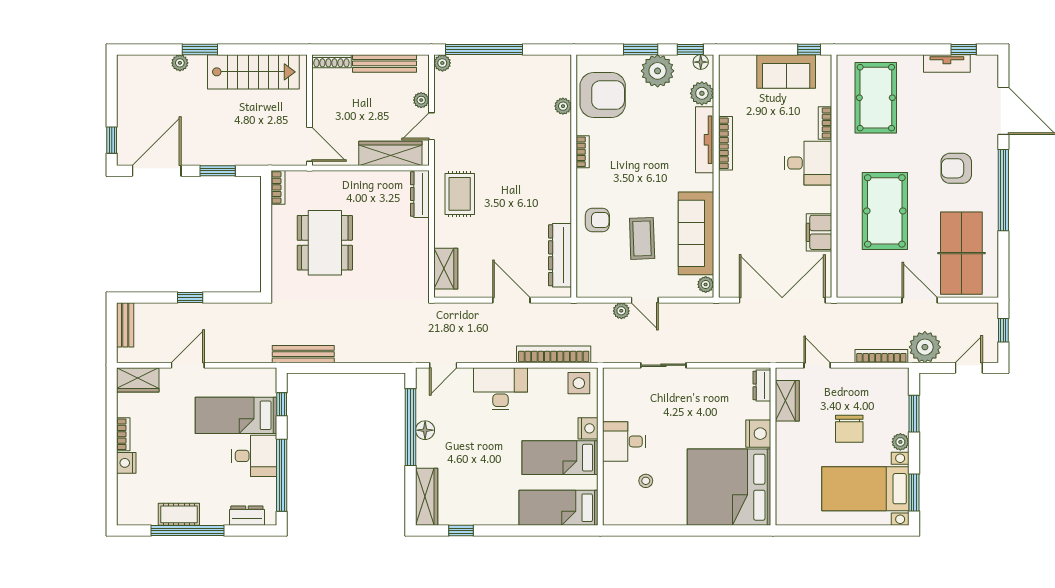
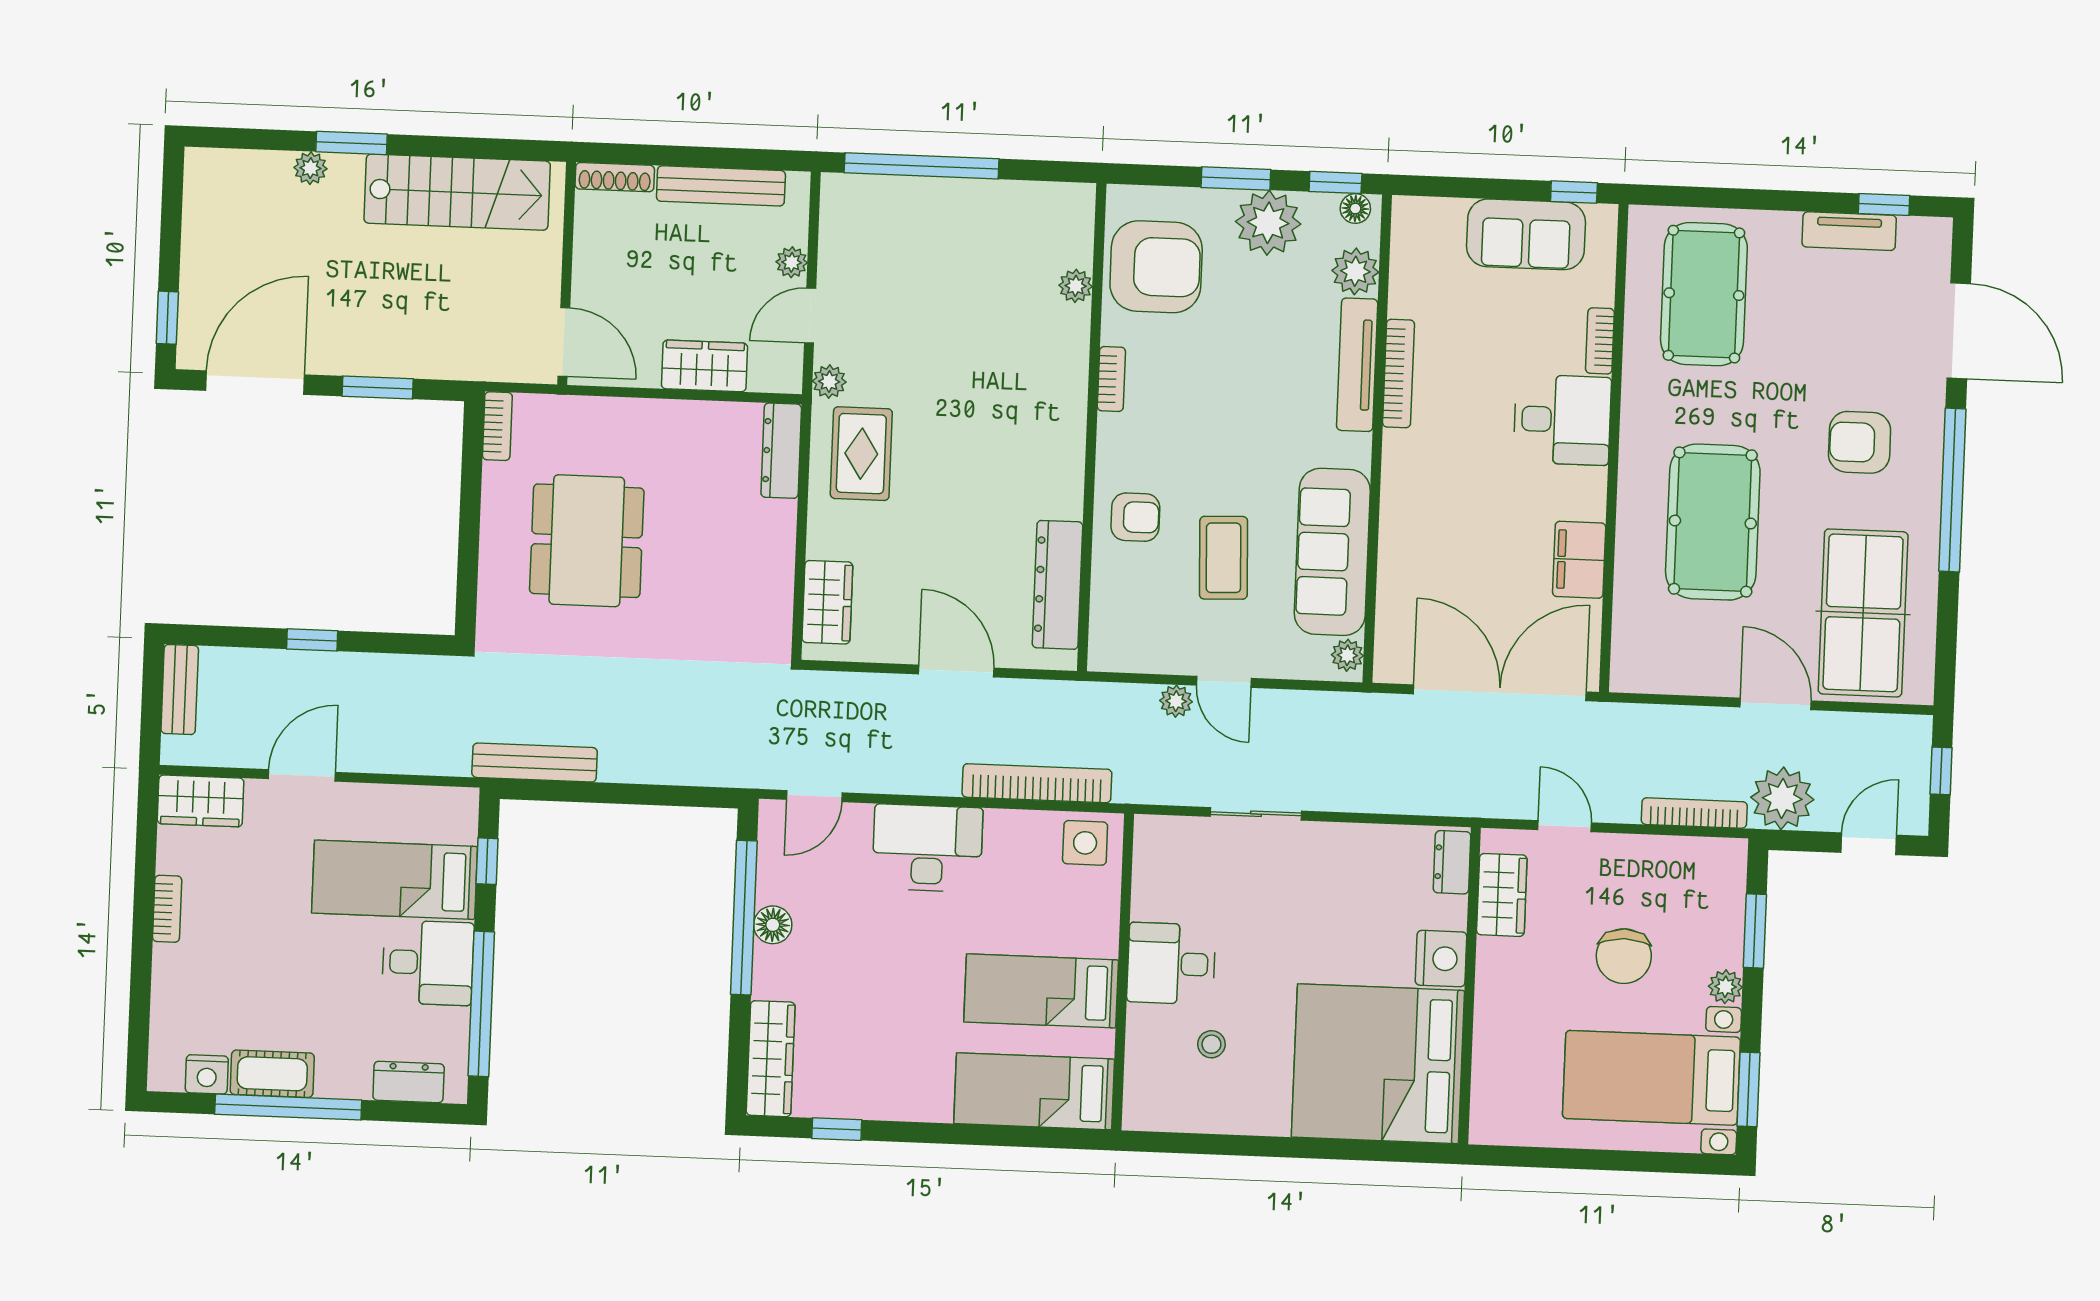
plant: (442, 63) -> (829, 382), moved
wardrobe: (390, 153) -> (705, 366), width x0.67
nightstand: (588, 428) -> (1100, 934), removed
nightstand: (126, 463) -> (207, 1074), moved, turned -90

